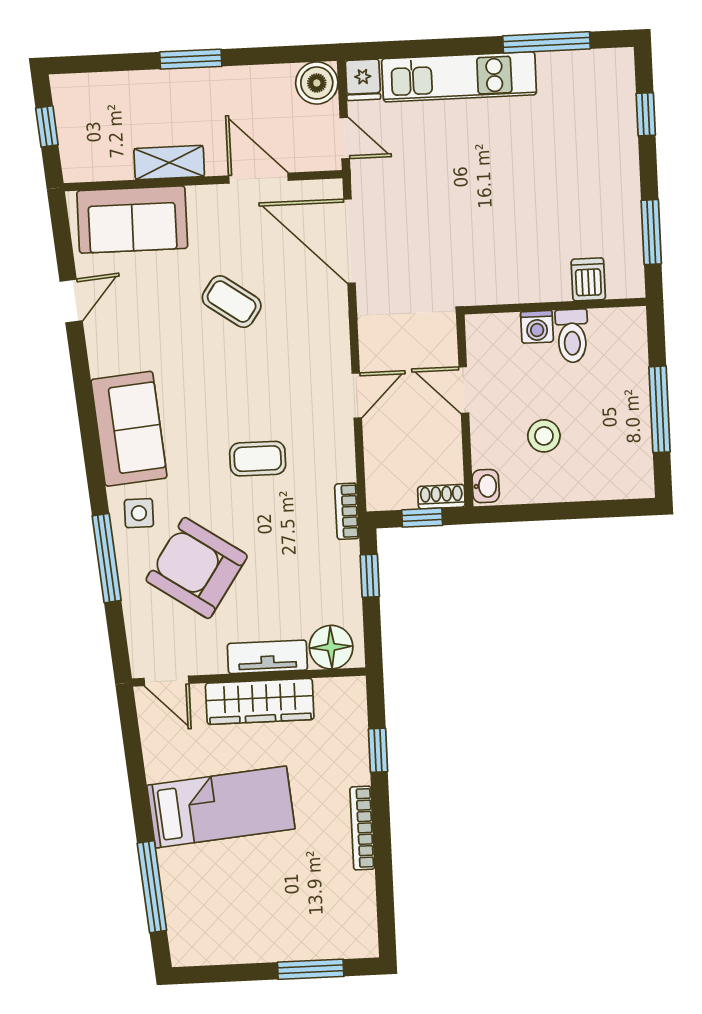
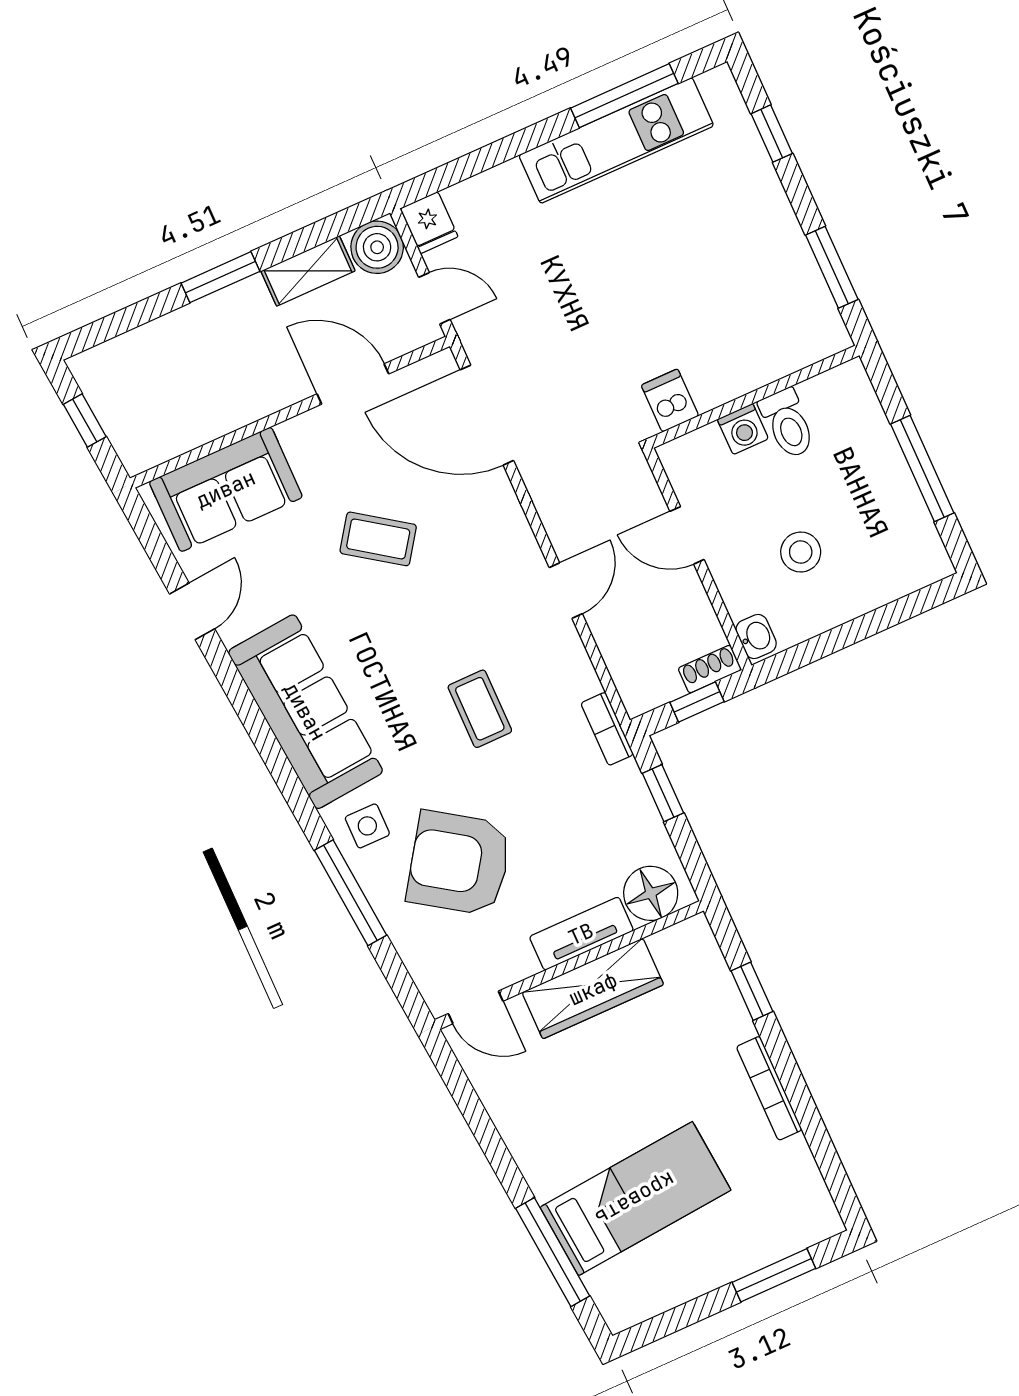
kitchen unit: (459, 77) -> (616, 140), moved
shelving: (169, 163) -> (308, 271), moved
dishwasher: (588, 279) -> (670, 400), moved
sofa: (129, 429) -> (305, 712), width x1.36
coffee table: (258, 459) -> (480, 709), turned 90
bed: (221, 807) -> (635, 1199), moved

